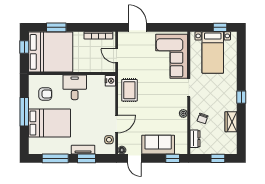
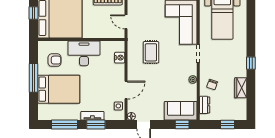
nightstand: (110, 81) -> (120, 58), moved
desk: (75, 87) -> (84, 53), width x1.37
rug: (129, 90) -> (151, 52), moved
sofa: (158, 145) -> (181, 111), moved

